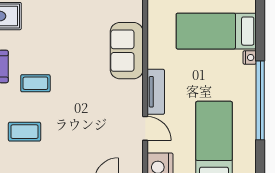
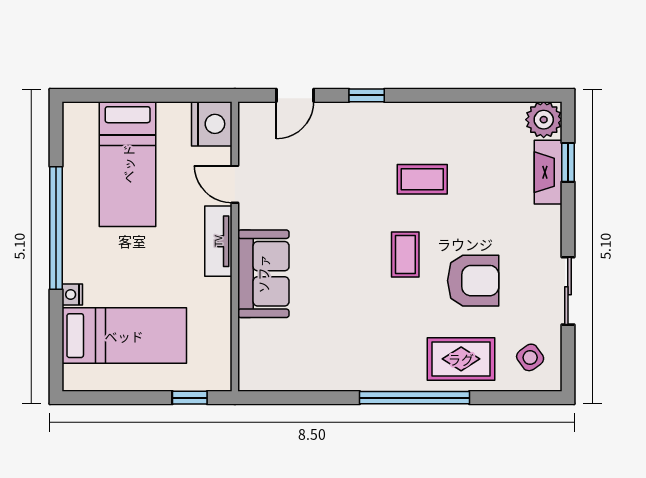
sofa: (127, 51) -> (263, 274), moved
coffee table: (35, 83) -> (405, 254), turned 90

